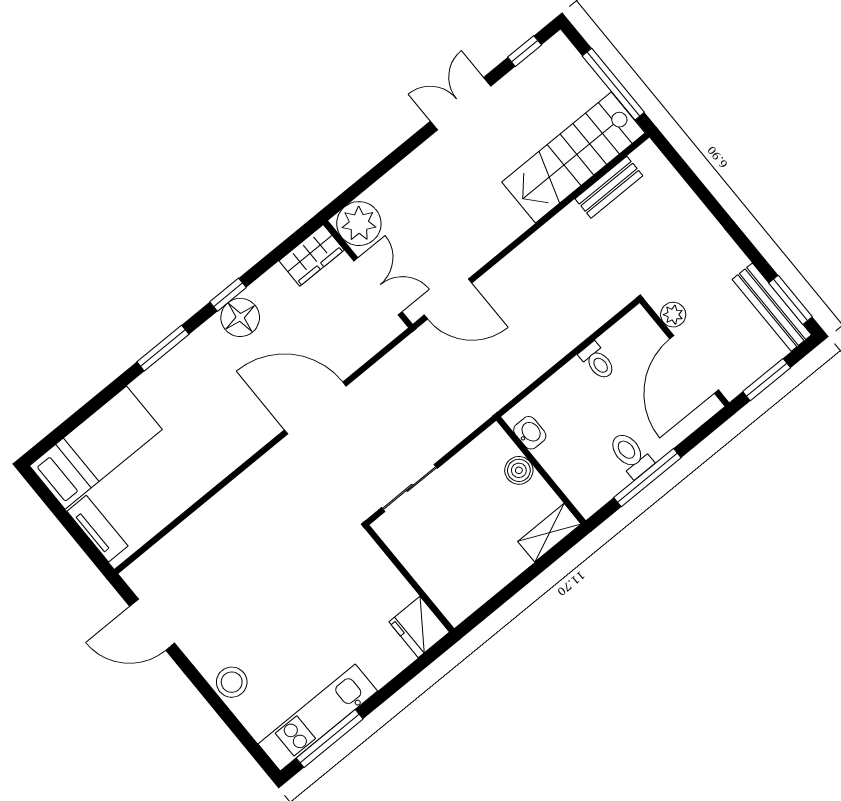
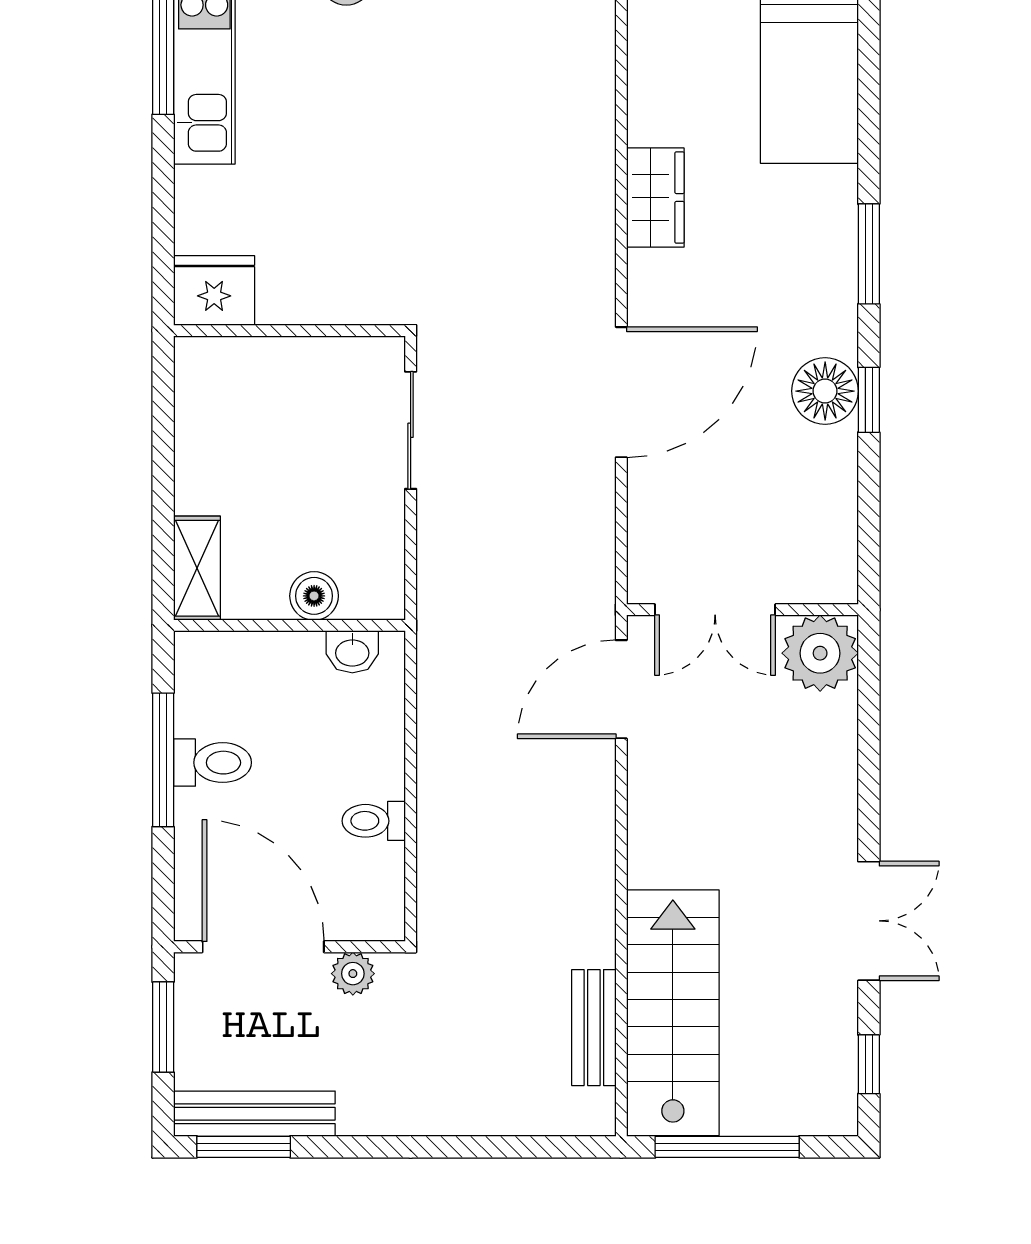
wardrobe: (312, 255) -> (655, 198), moved, turned 180

